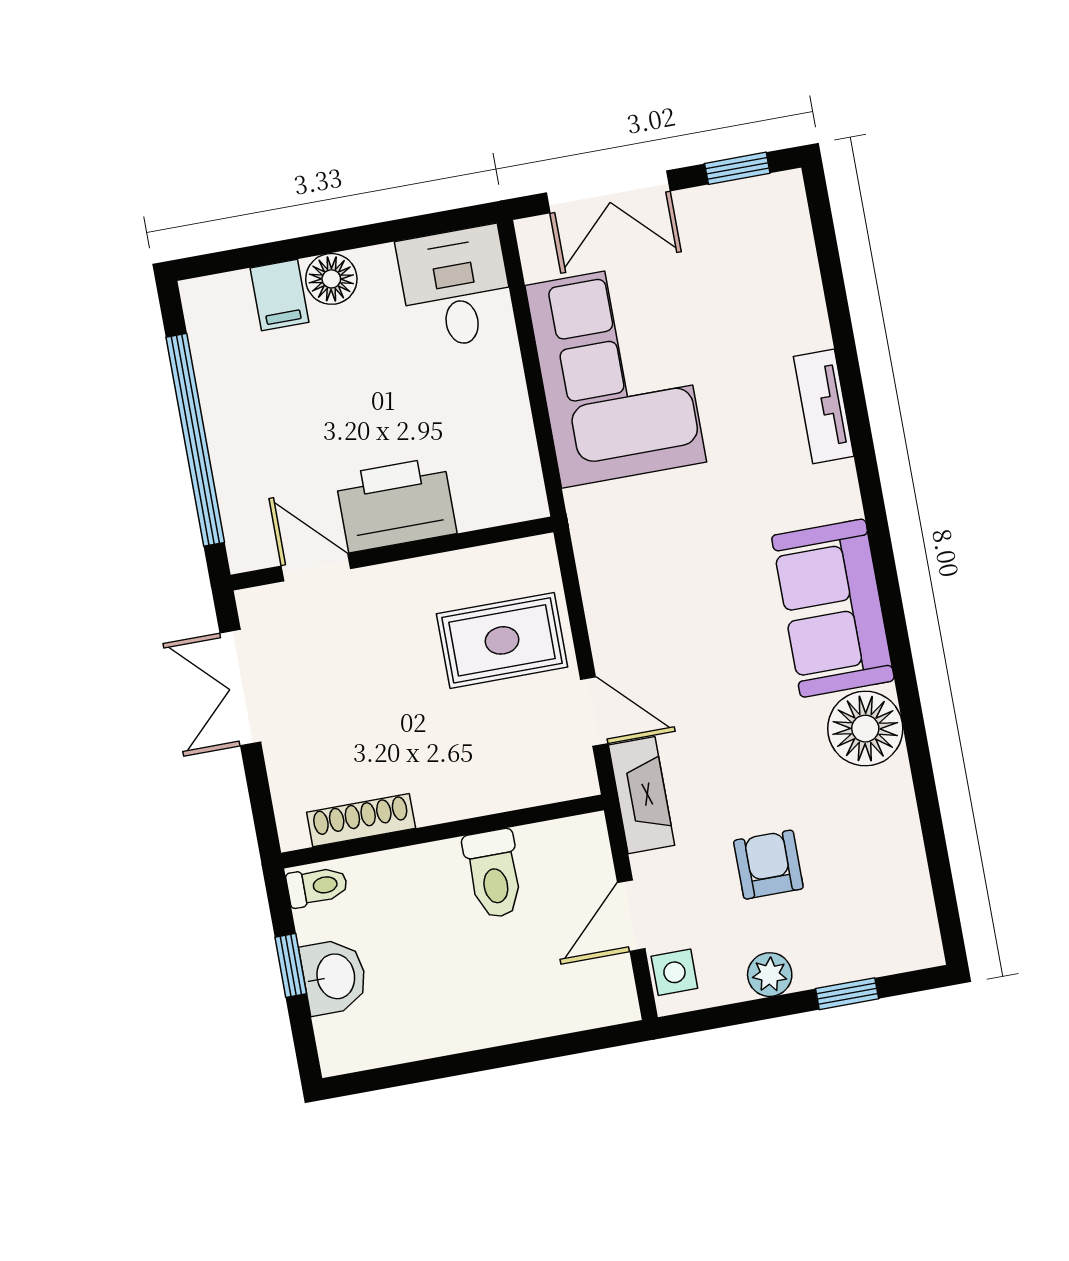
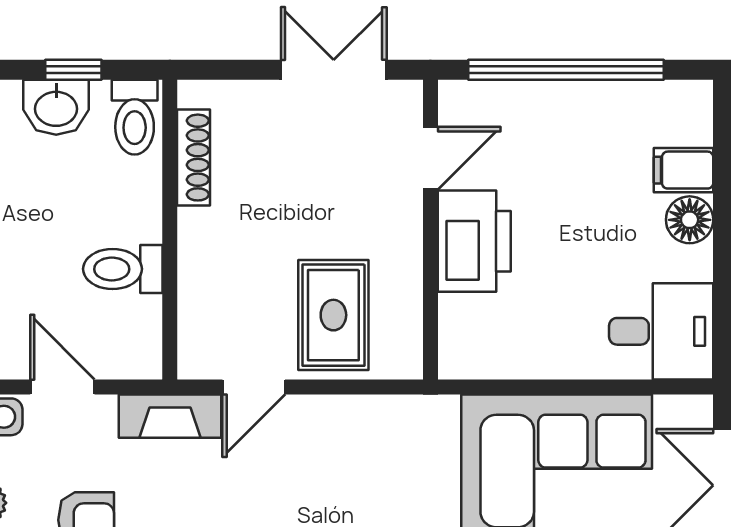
toilet: (317, 886) -> (135, 117), width x1.37, depth x1.39

